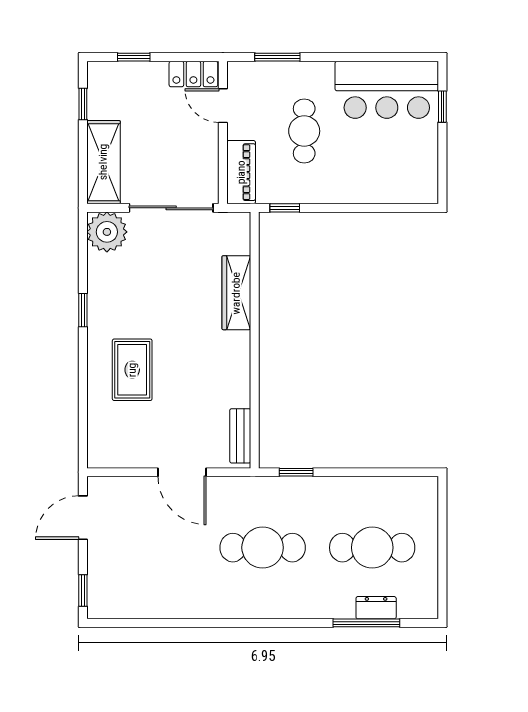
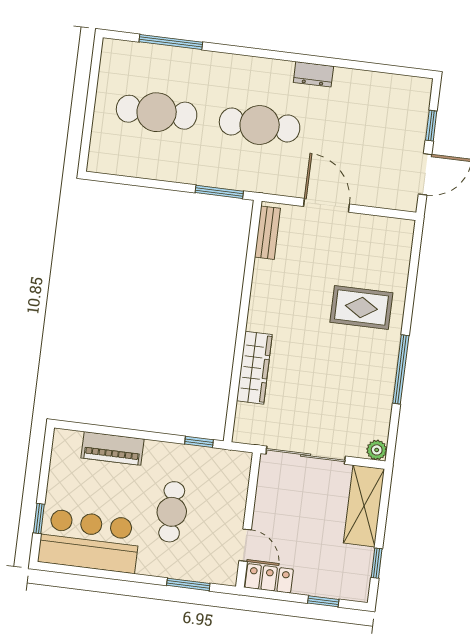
piano: (241, 172) -> (113, 448), moved, turned -90
plant: (107, 232) -> (377, 450), width x0.53, depth x0.53
window: (83, 310) -> (401, 369), width x2.17
rug: (132, 370) -> (361, 307), turned 90
window: (296, 472) -> (219, 192), width x1.50
window: (83, 590) -> (431, 126), moved
dresser: (376, 608) -> (313, 74), moved

